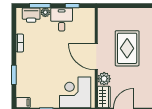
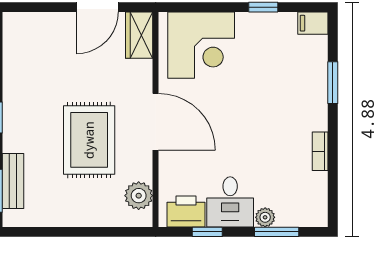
printer: (31, 15) -> (186, 211), moved
plant: (104, 79) -> (139, 196), moved

